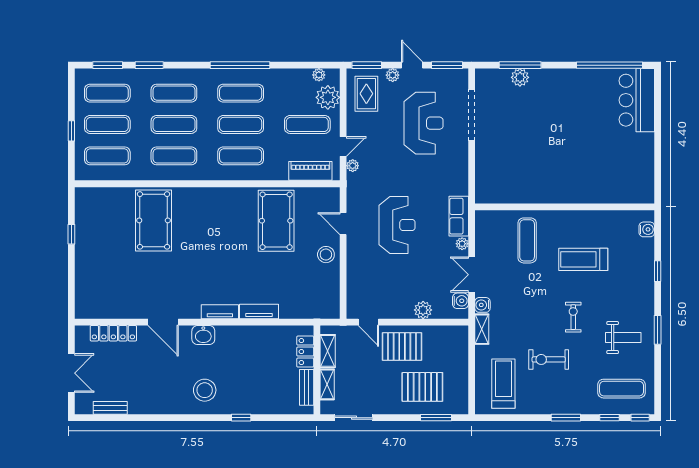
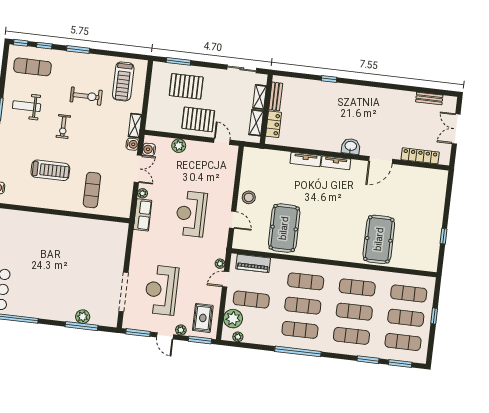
door: (163, 322) -> (381, 160), swing flipped
stool: (205, 390) -> (355, 104), removed

